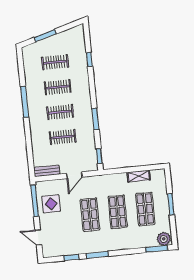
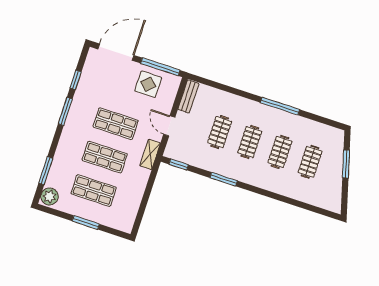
window: (89, 59) -> (296, 203), removed
shelving: (139, 176) -> (150, 154), moved
door: (38, 237) -> (116, 52), width x1.87
window: (157, 249) -> (46, 171), moved

